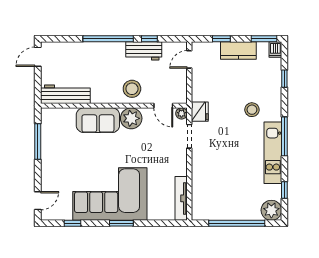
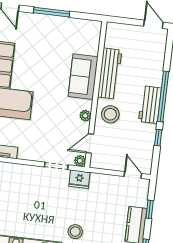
workbench: (144, 51) -> (150, 105), moved
workbench: (65, 94) -> (110, 73), moved
plant: (131, 118) -> (85, 116), width x0.53, depth x0.53
window: (38, 142) -> (52, 12), moved

